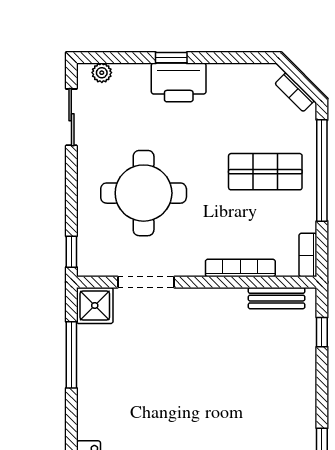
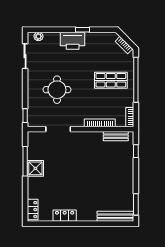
window: (171, 58) -> (82, 30), moved
round table: (144, 193) -> (57, 90), width x0.73, depth x0.73
shower: (95, 305) -> (35, 168), moved

